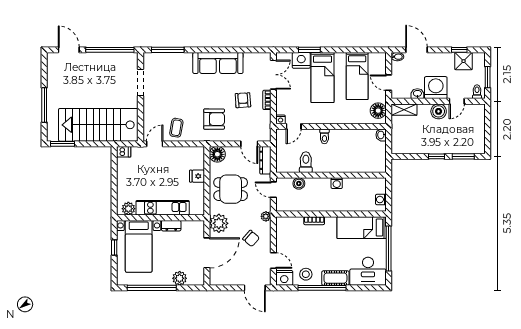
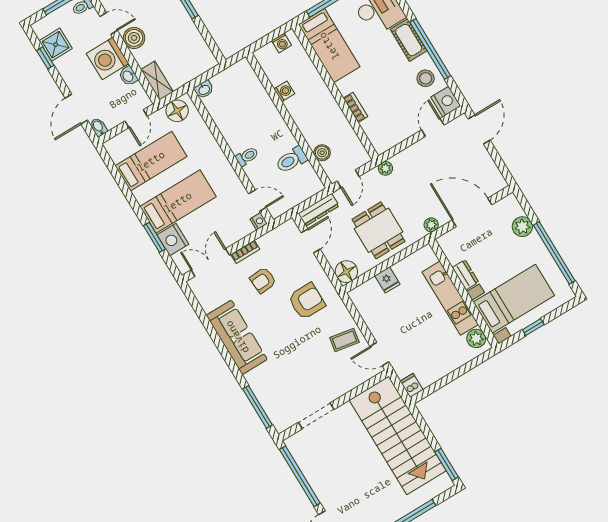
armchair: (214, 119) -> (307, 301), turned 90
washing machine: (337, 183) -> (284, 91), moved
plant: (219, 223) -> (431, 225), width x0.53, depth x0.53
chair: (251, 238) -> (423, 170), removed

